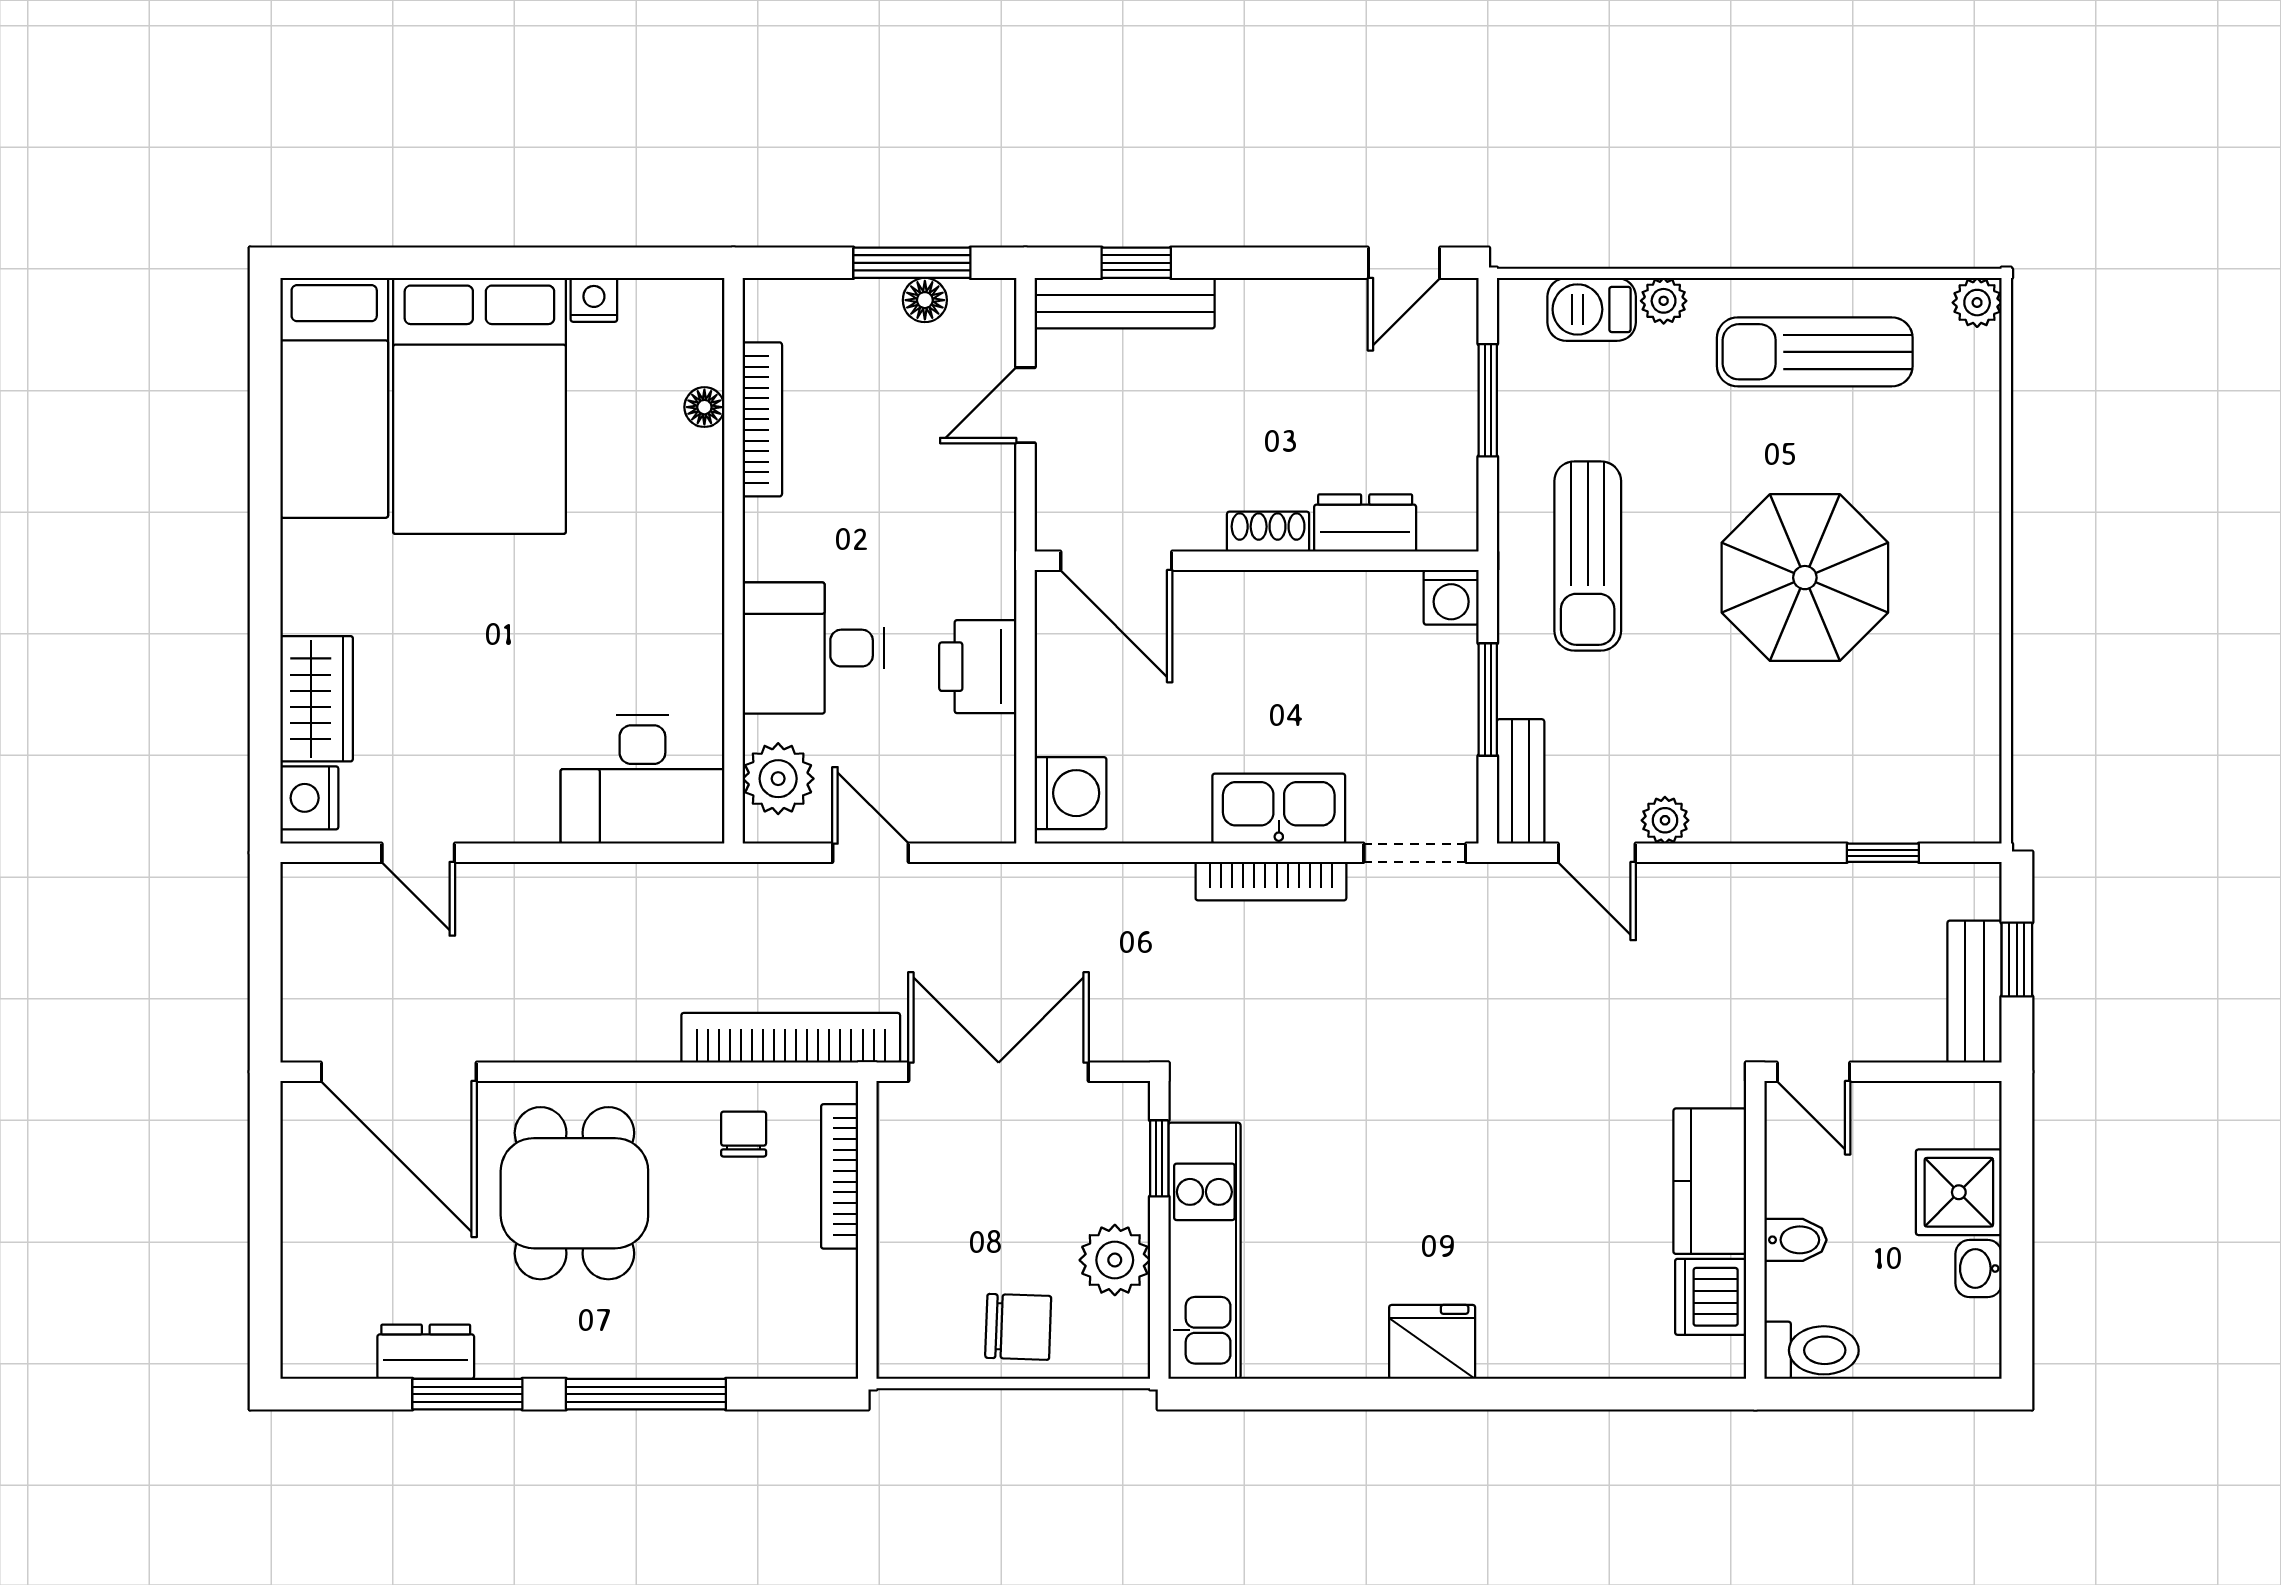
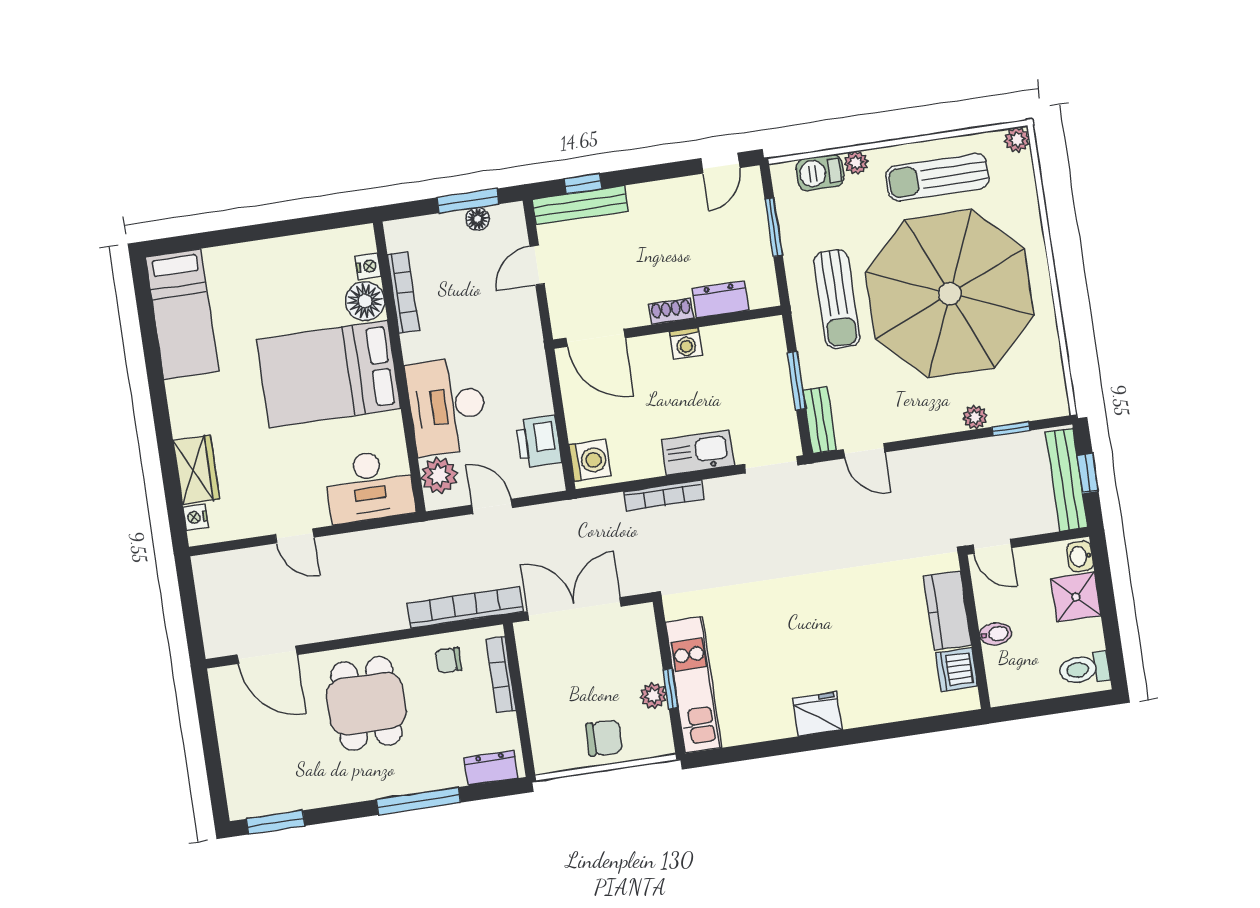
nightstand: (594, 300) -> (368, 266), moved, turned 90
bed: (479, 406) -> (329, 374), moved, turned 90
floor lamp: (704, 407) -> (365, 301), width x1.89, depth x1.89
parasol: (1805, 578) -> (950, 294), width x1.86, depth x1.86
washing machine: (1451, 597) -> (686, 344), moved
desk: (813, 648) -> (447, 406), width x1.37
printer: (978, 667) -> (539, 442), moved
nightstand: (309, 798) -> (196, 517), width x0.72, depth x0.74
plant: (1665, 820) -> (975, 417), moved
door: (418, 853) -> (295, 536), moved
bookcase: (1271, 881) -> (664, 496), moved
bench: (1975, 992) -> (1066, 480), width x1.36
door: (399, 1072) -> (267, 655), width x0.73
chair: (744, 1134) -> (449, 660), turned -90
window: (1159, 1158) -> (671, 689), moved
plant: (1115, 1260) -> (653, 696), width x0.73, depth x0.73
washbasin: (1979, 1269) -> (1080, 556), moved
toilet: (1812, 1350) -> (1084, 669), moved, turned 180
dresser: (426, 1352) -> (491, 768), moved
window: (467, 1394) -> (276, 822), moved

